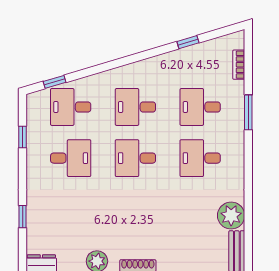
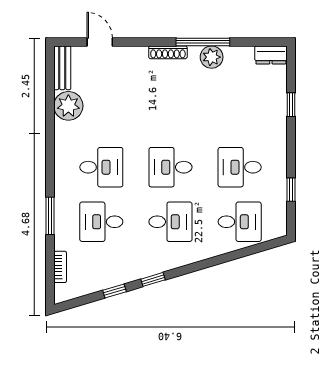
window: (55, 82) -> (153, 279), moved
desk: (200, 107) -> (101, 222), turned 180
desk: (135, 158) -> (170, 167), turned 180

